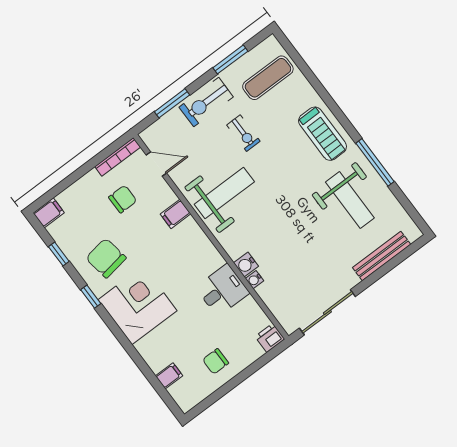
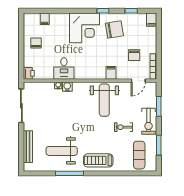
exercise bike: (206, 102) -> (149, 121), turned 180

